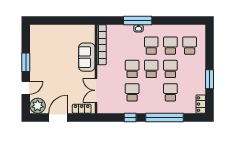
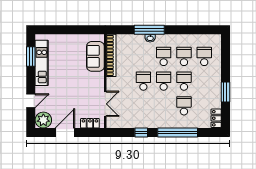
kitchen unit: (36, 52) -> (42, 63), added
sofa: (87, 57) -> (95, 56), moved
window: (26, 62) -> (31, 57), moved
double door: (96, 90) -> (105, 104), swing flipped
school desk: (132, 92) -> (143, 106), removed

